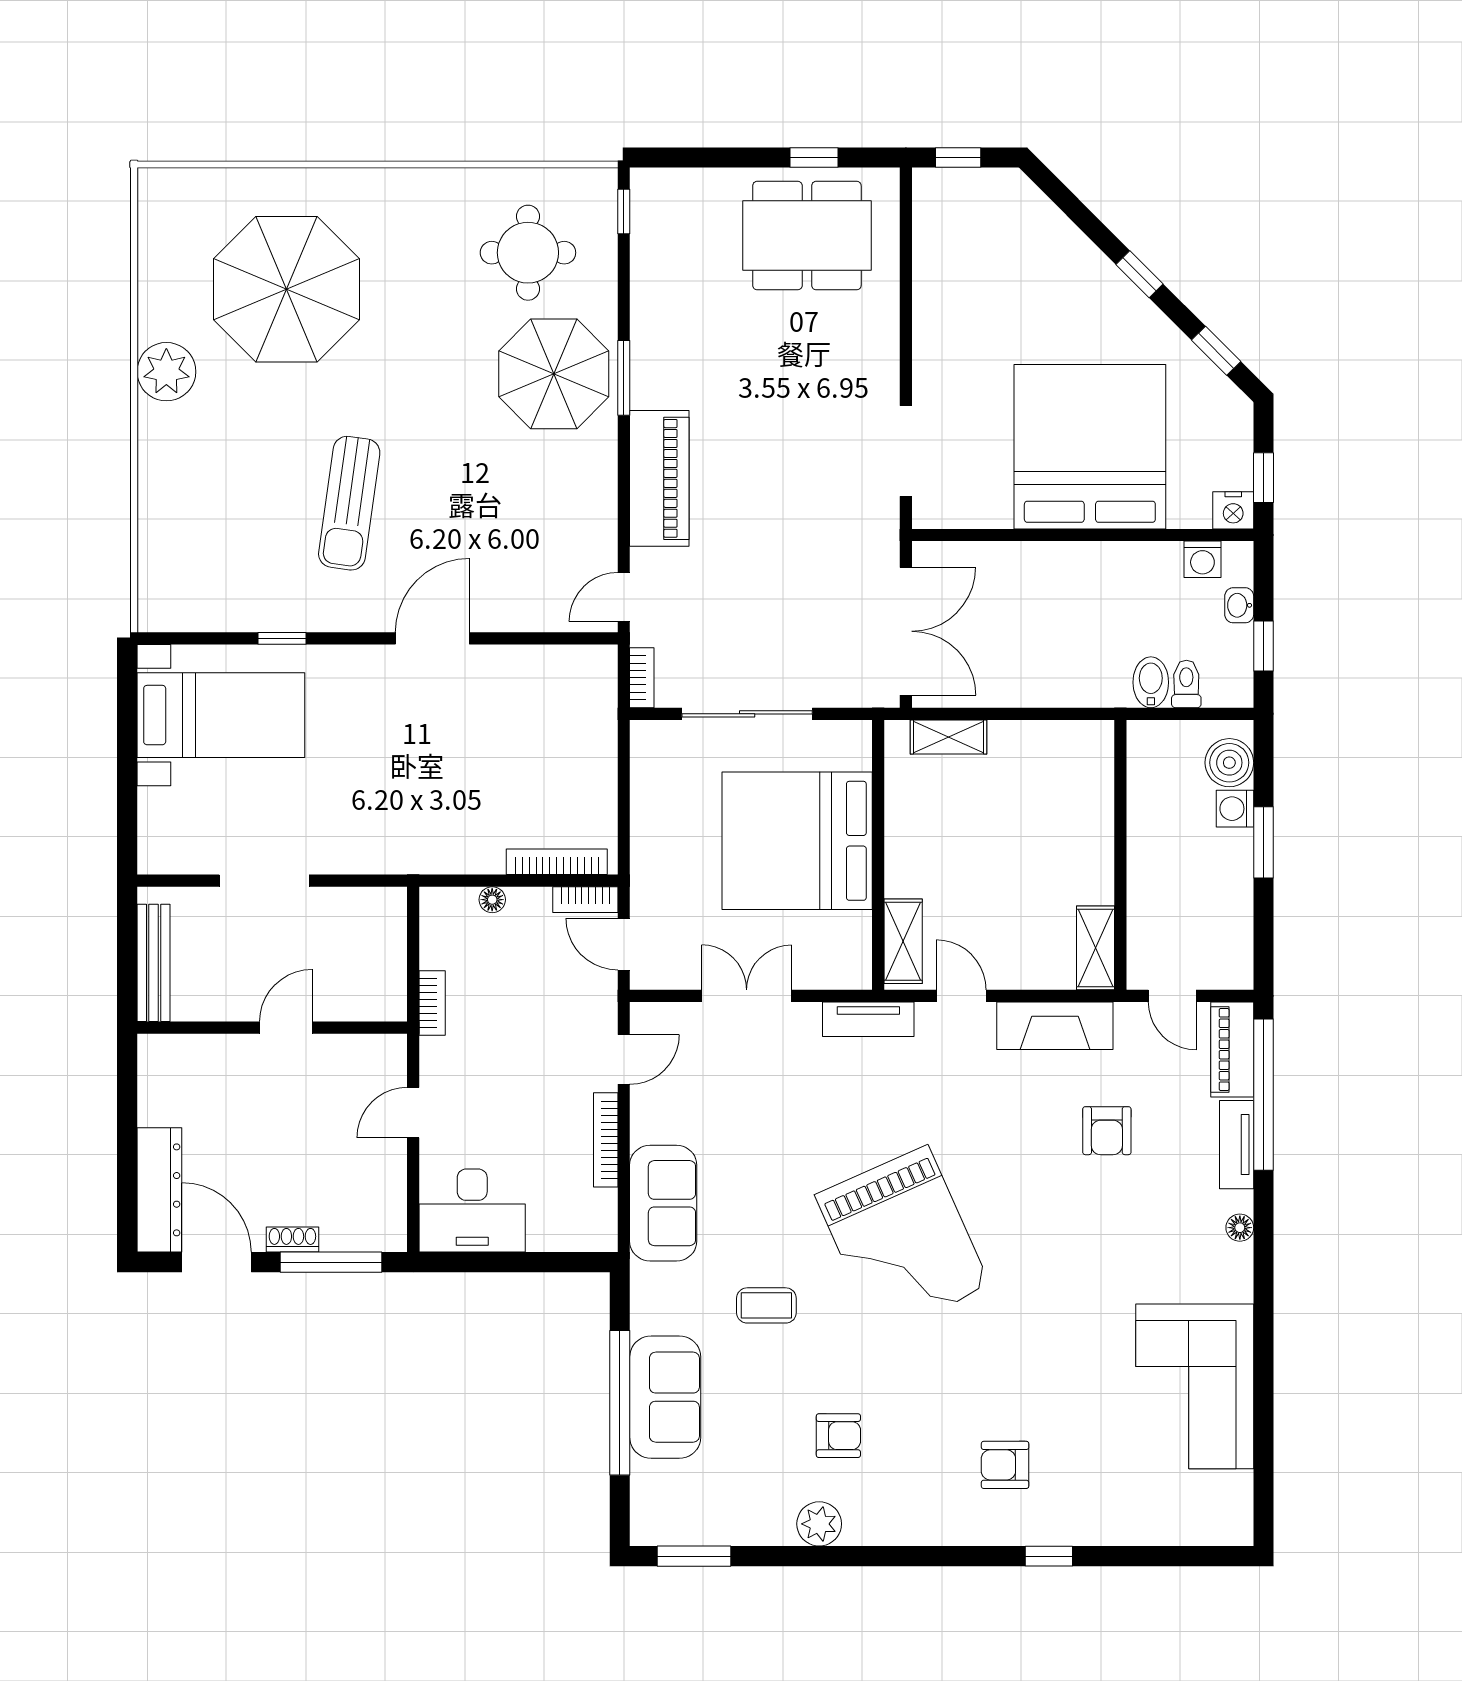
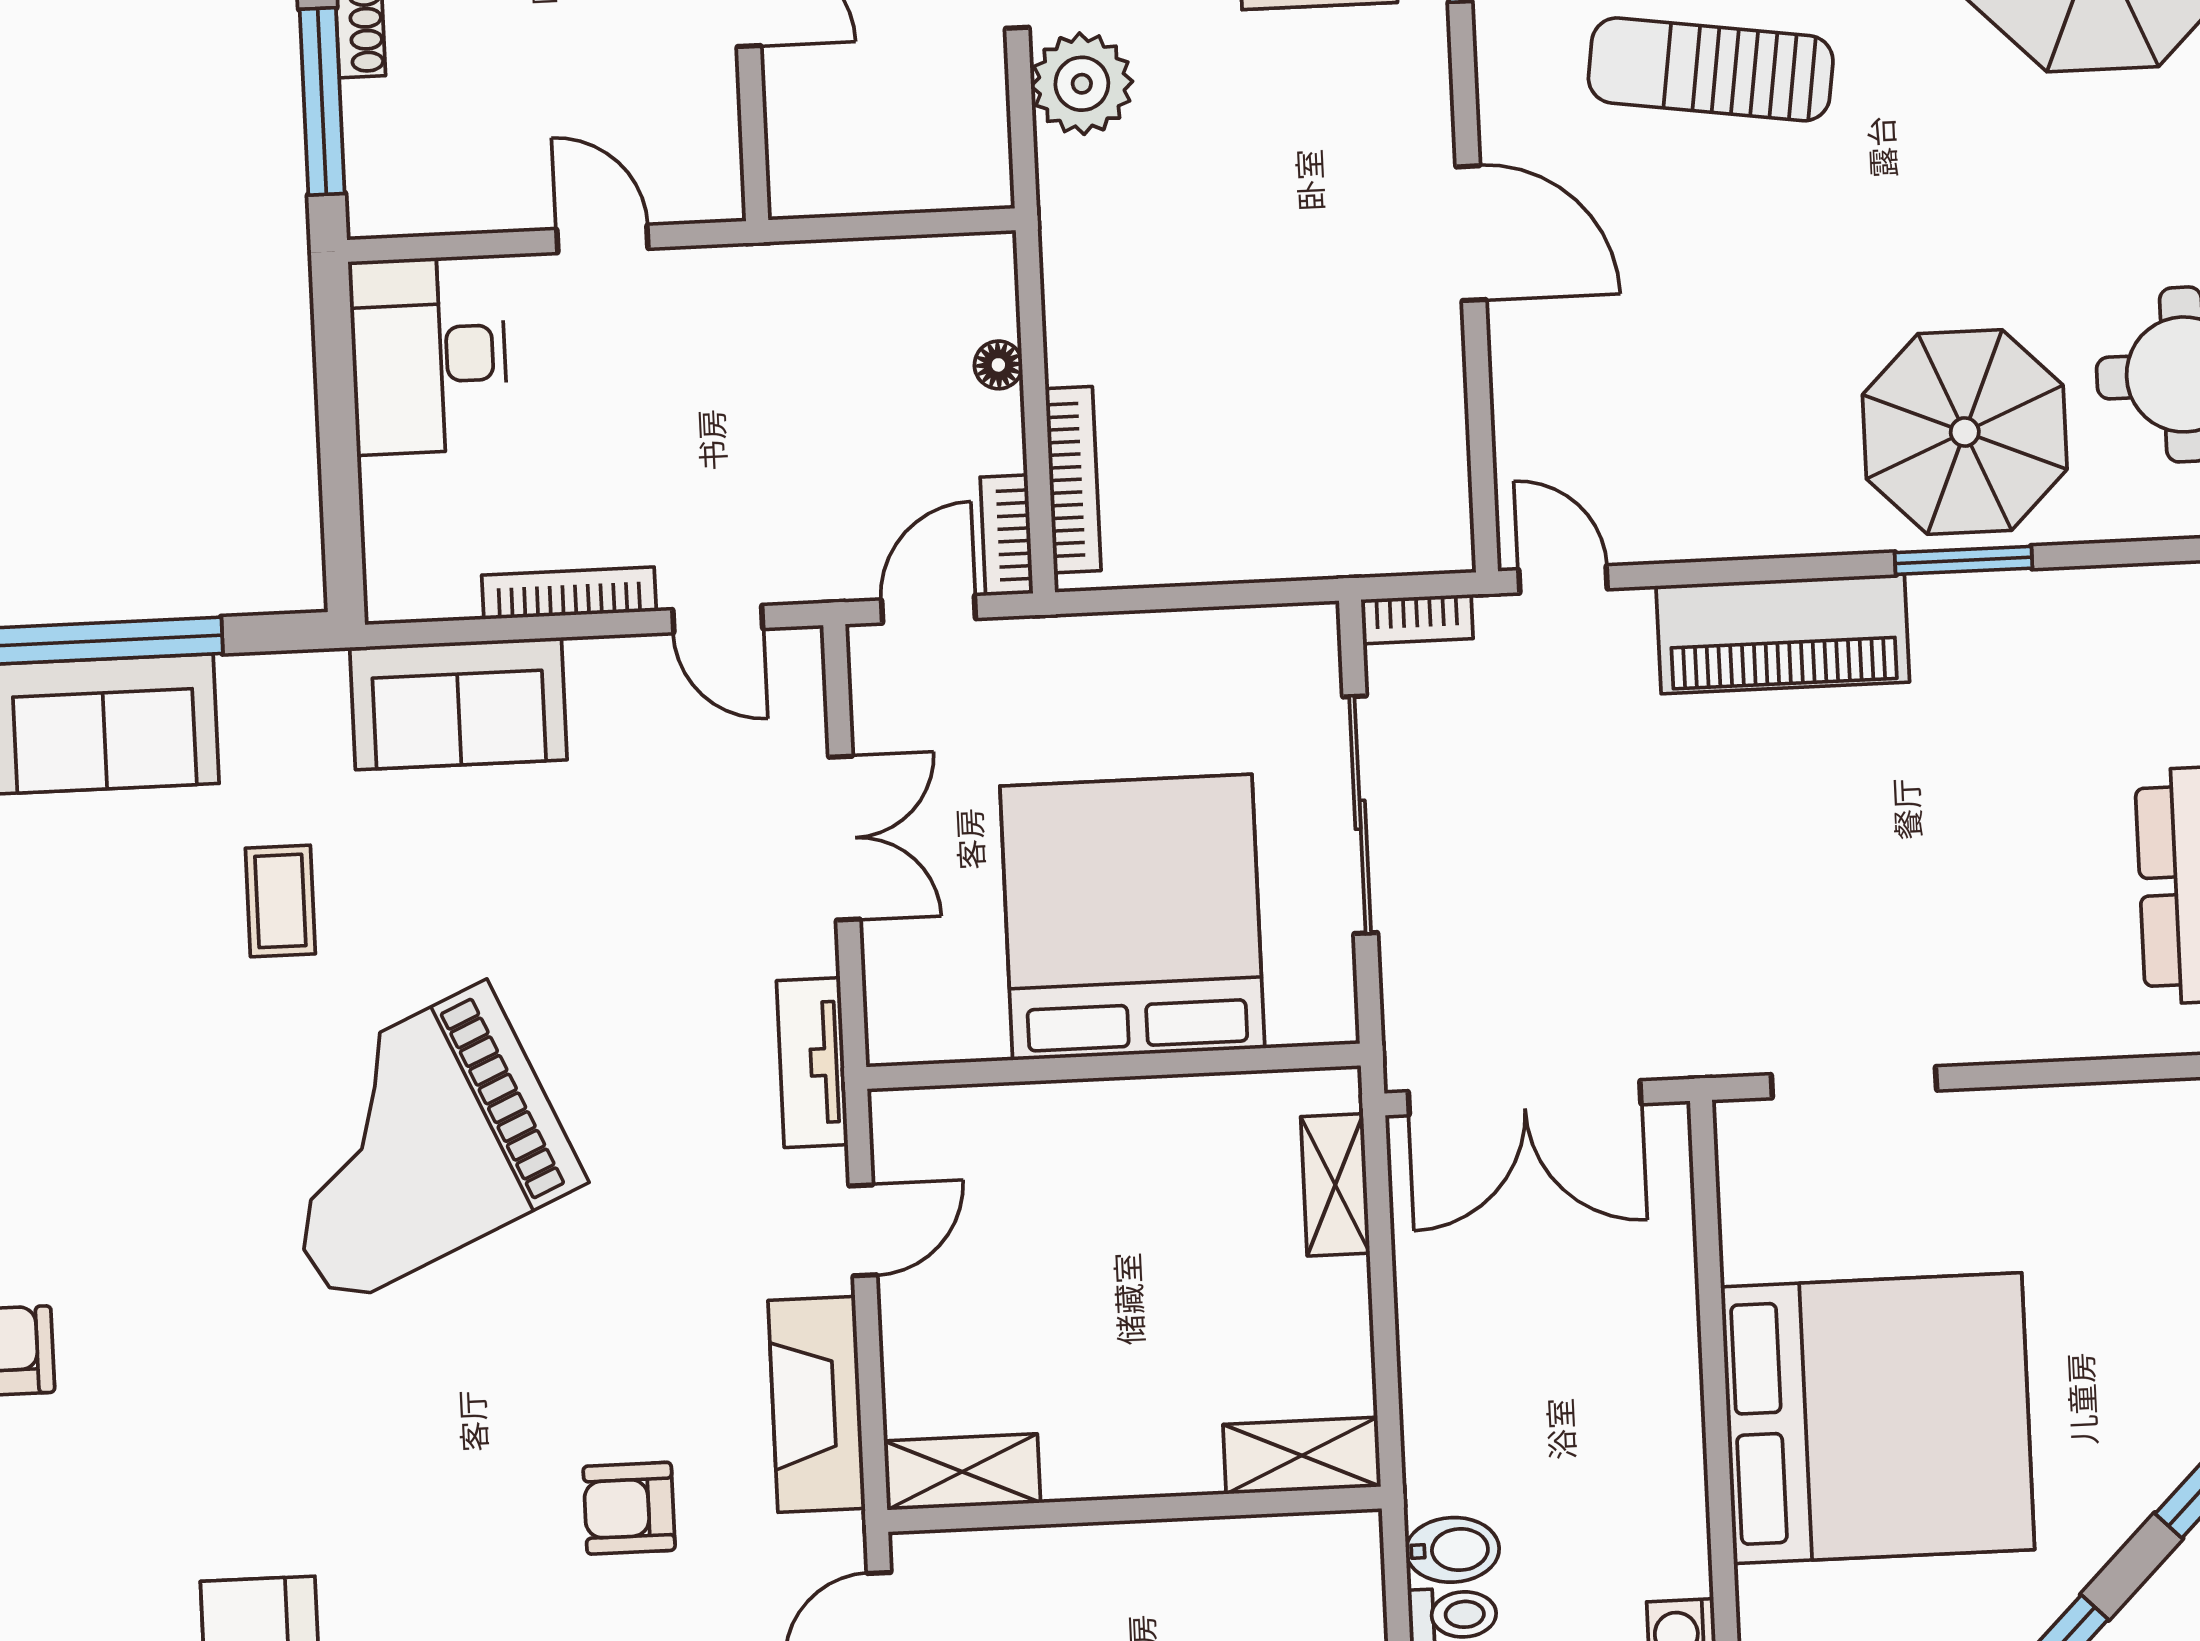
plant: (341, 847) -> (1082, 84), added
shelving: (903, 941) -> (1302, 1456), moved
bookcase: (432, 1003) -> (804, 264), removed
armchair: (838, 1436) -> (49, 1044), removed

